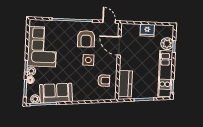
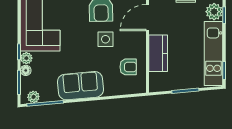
door: (119, 46) -> (148, 18), hinge flipped
kitchen counter: (125, 84) -> (158, 53), moved
sofa: (56, 93) -> (80, 86), moved

